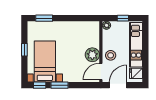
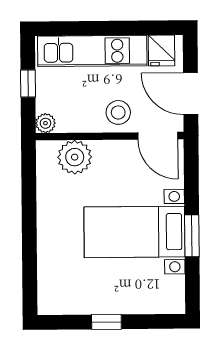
window: (44, 18) -> (30, 275), removed
plant: (92, 55) -> (75, 157), moved
bed with nightstands: (45, 62) -> (134, 232), moved
window: (40, 85) -> (192, 284), removed

